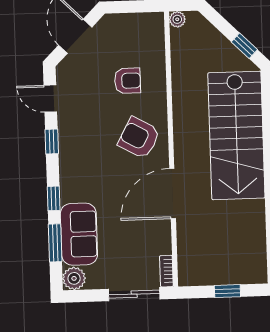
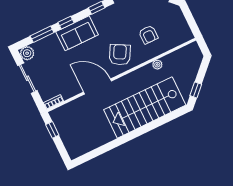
plant: (177, 19) -> (157, 65), moved
sofa: (79, 234) -> (77, 33), moved
window: (227, 291) -> (52, 130), moved
sliding door: (134, 294) -> (27, 78), moved

